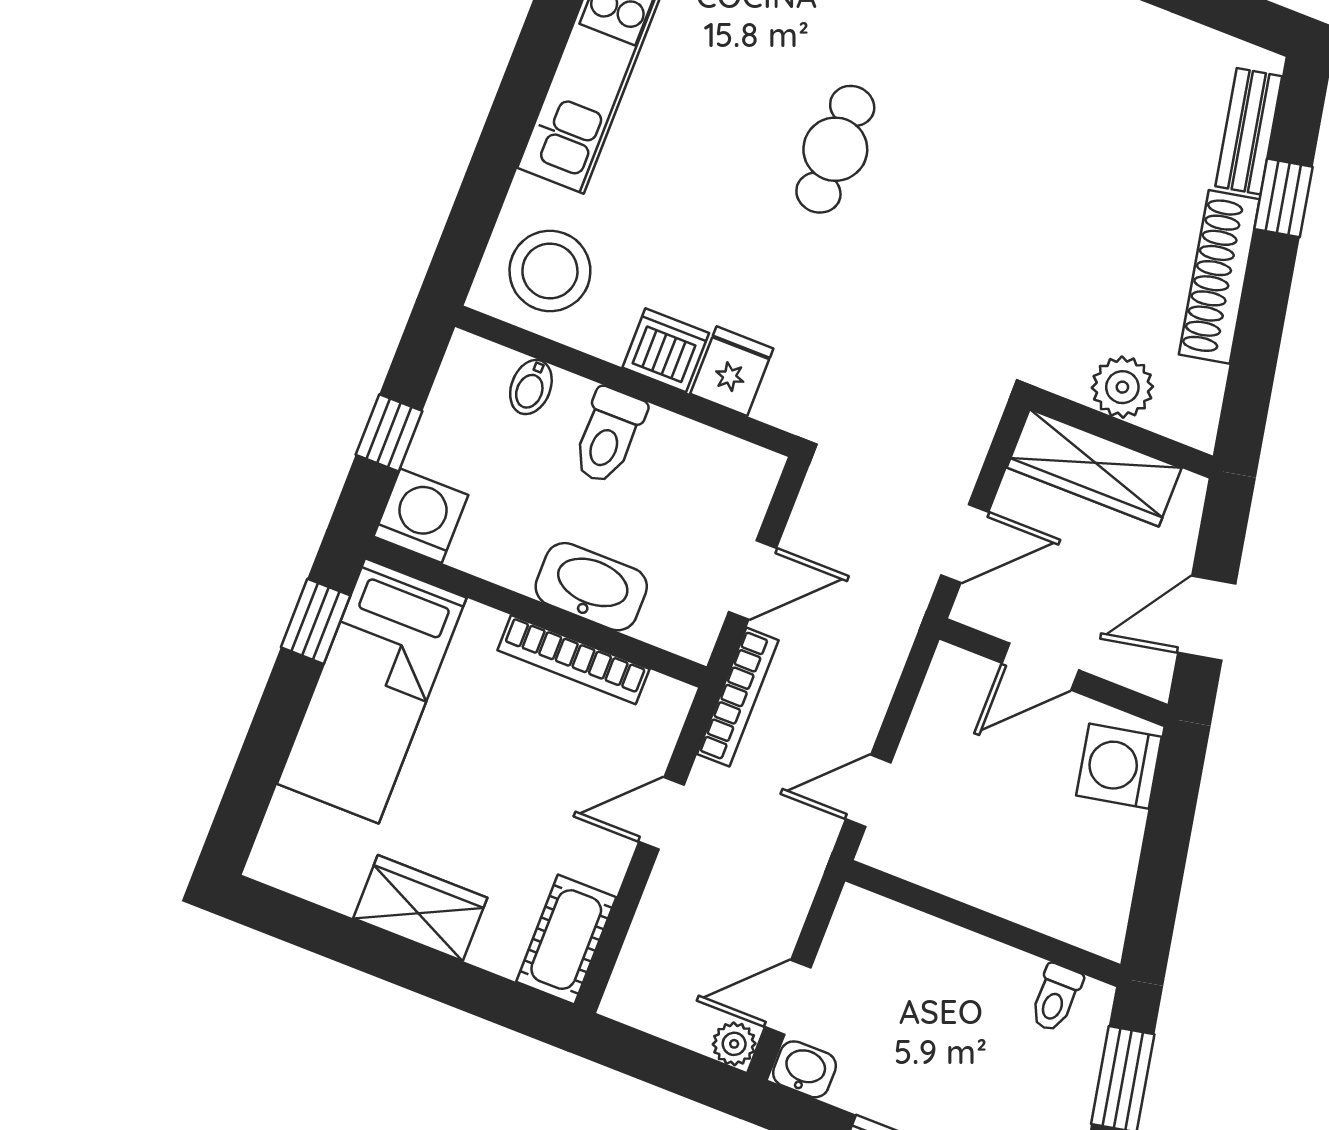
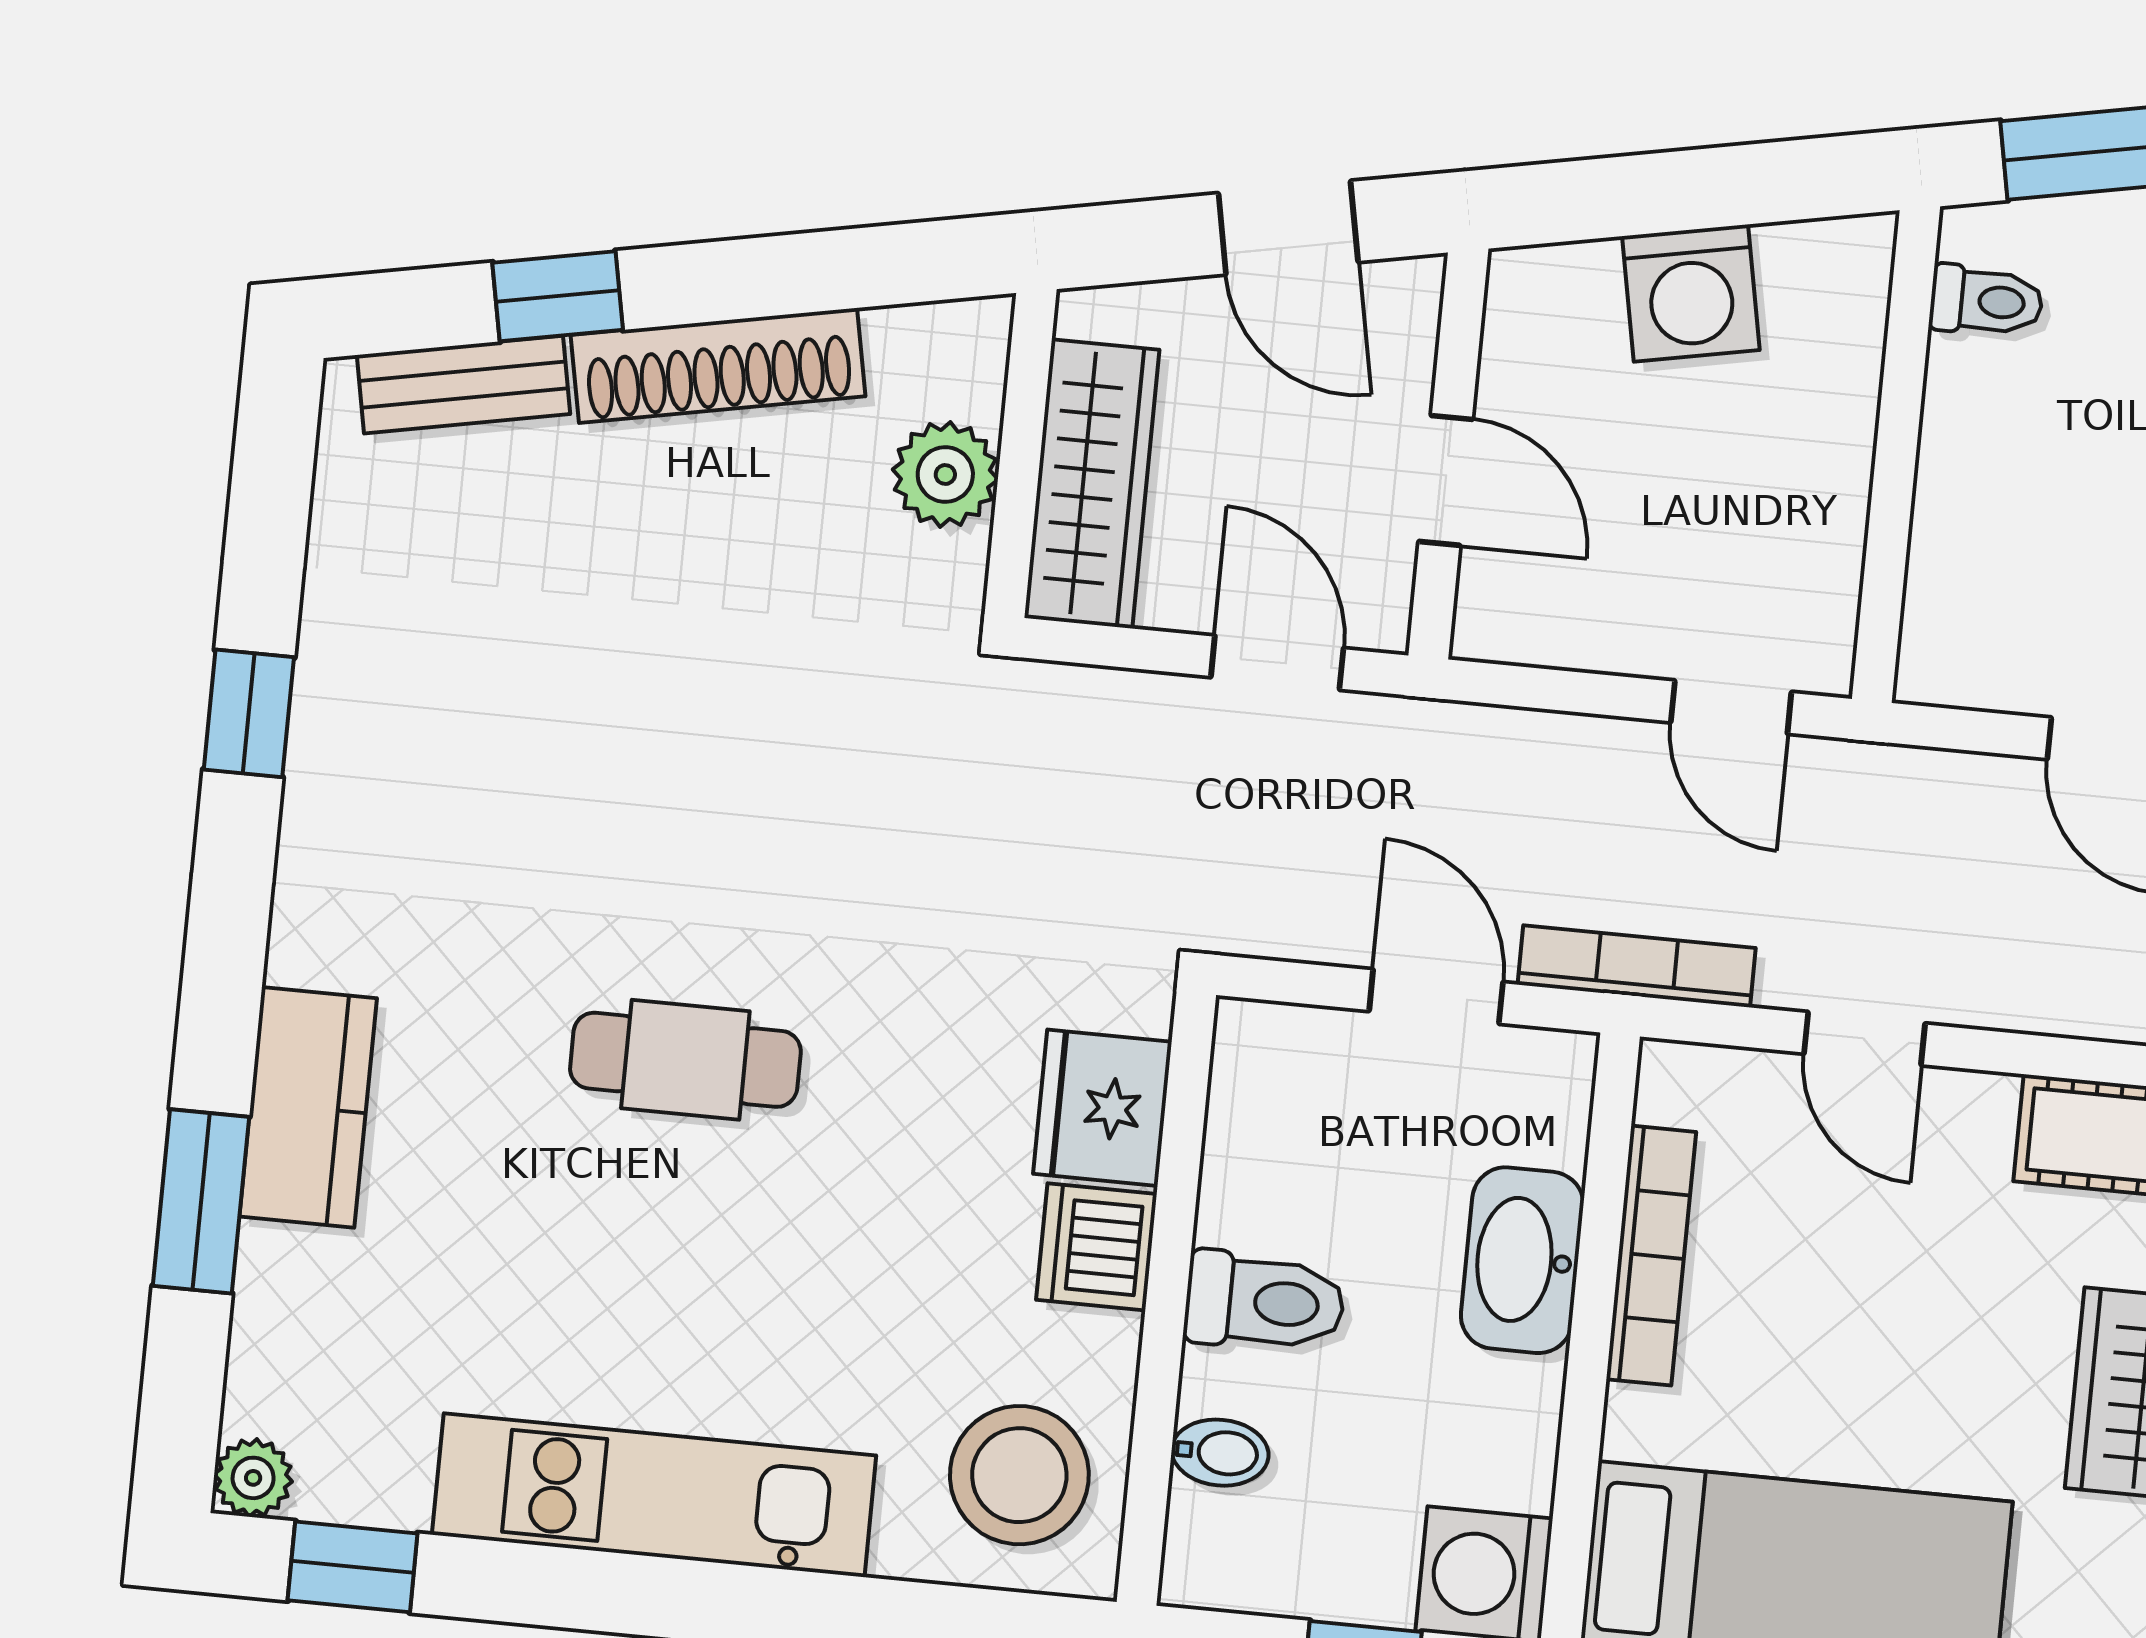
fridge: (732, 371) -> (1102, 1108), width x1.38
washing machine: (1119, 766) -> (1691, 293), moved

